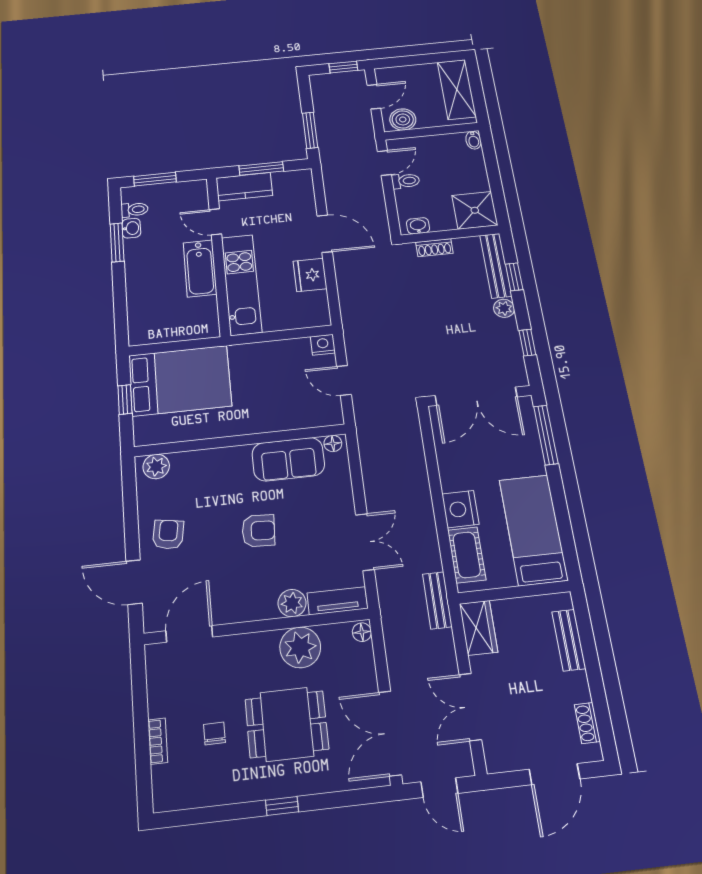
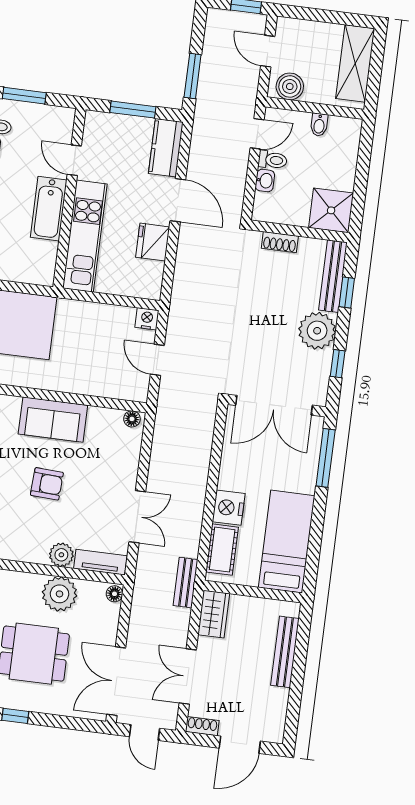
door: (374, 97) -> (268, 51), swing flipped
bidet: (474, 140) -> (319, 125), moved
kitchen counter: (244, 187) -> (166, 148), moved, turned 90
washbasin: (418, 226) -> (265, 181), moved, turned 90
plant: (504, 308) -> (317, 331), width x1.87, depth x1.87
sofa: (288, 459) -> (53, 420), moved
bench: (569, 640) -> (285, 652), width x1.36
shoe rack: (587, 723) -> (202, 726), moved, turned 90

